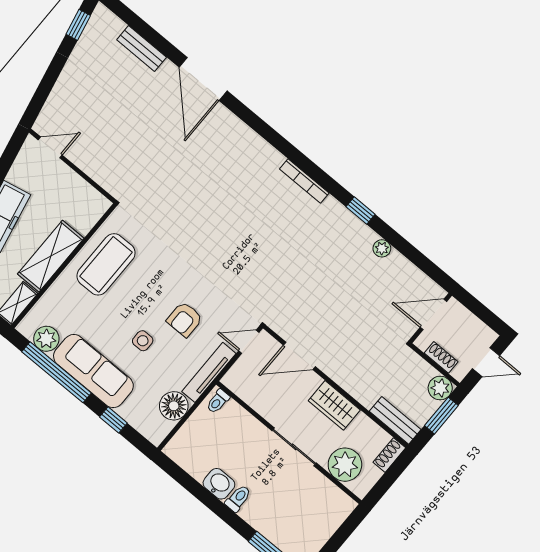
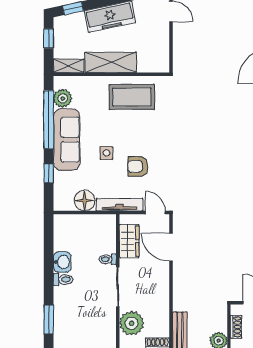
toilet: (218, 401) -> (108, 259), moved
wardrobe: (334, 405) -> (129, 241), moved, turned 180

